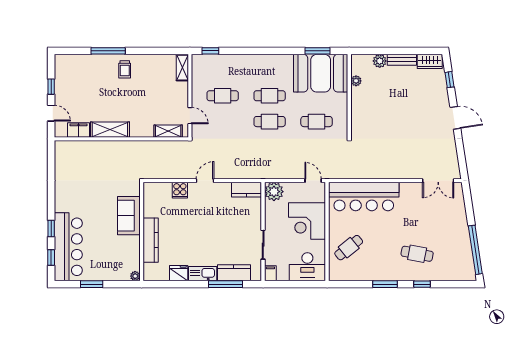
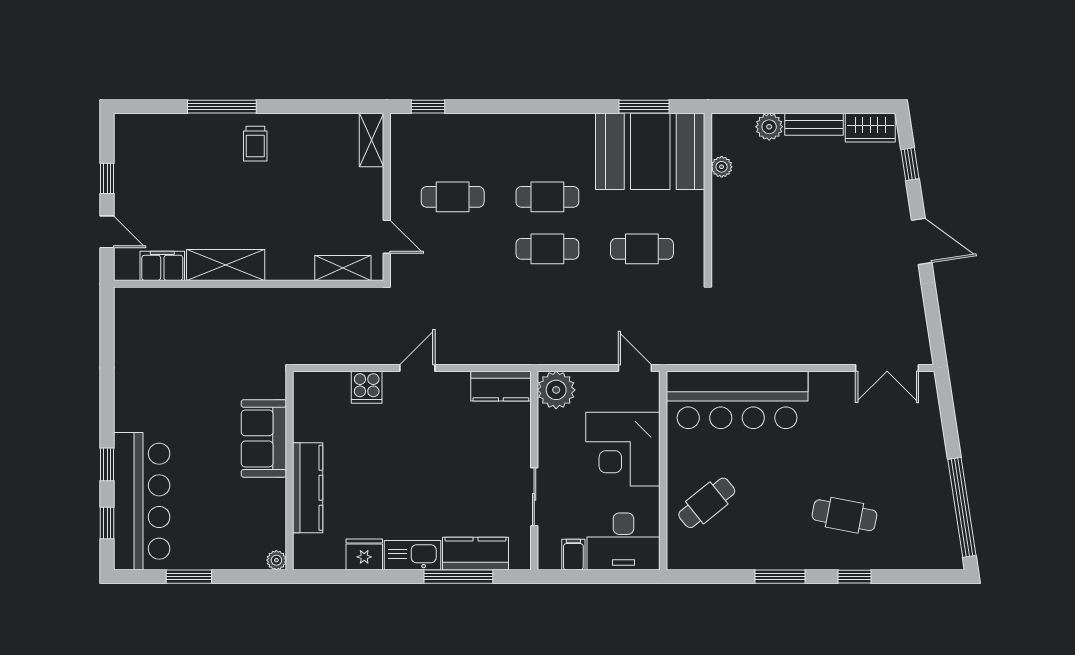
filing cabinet: (270, 273) -> (573, 555), moved

